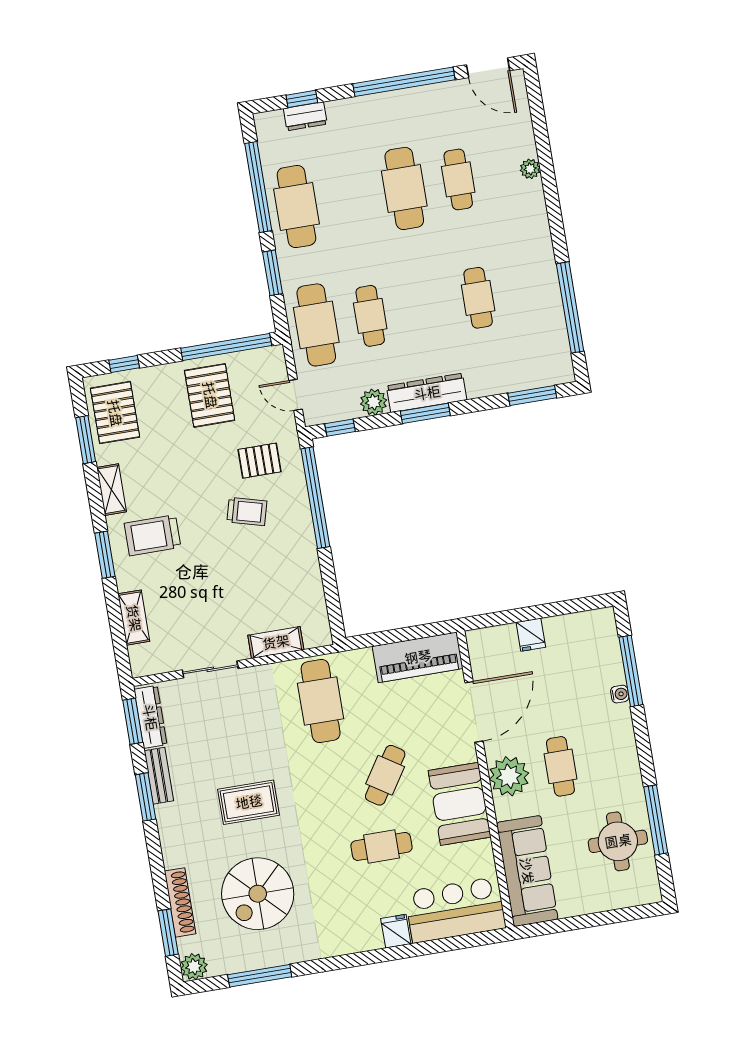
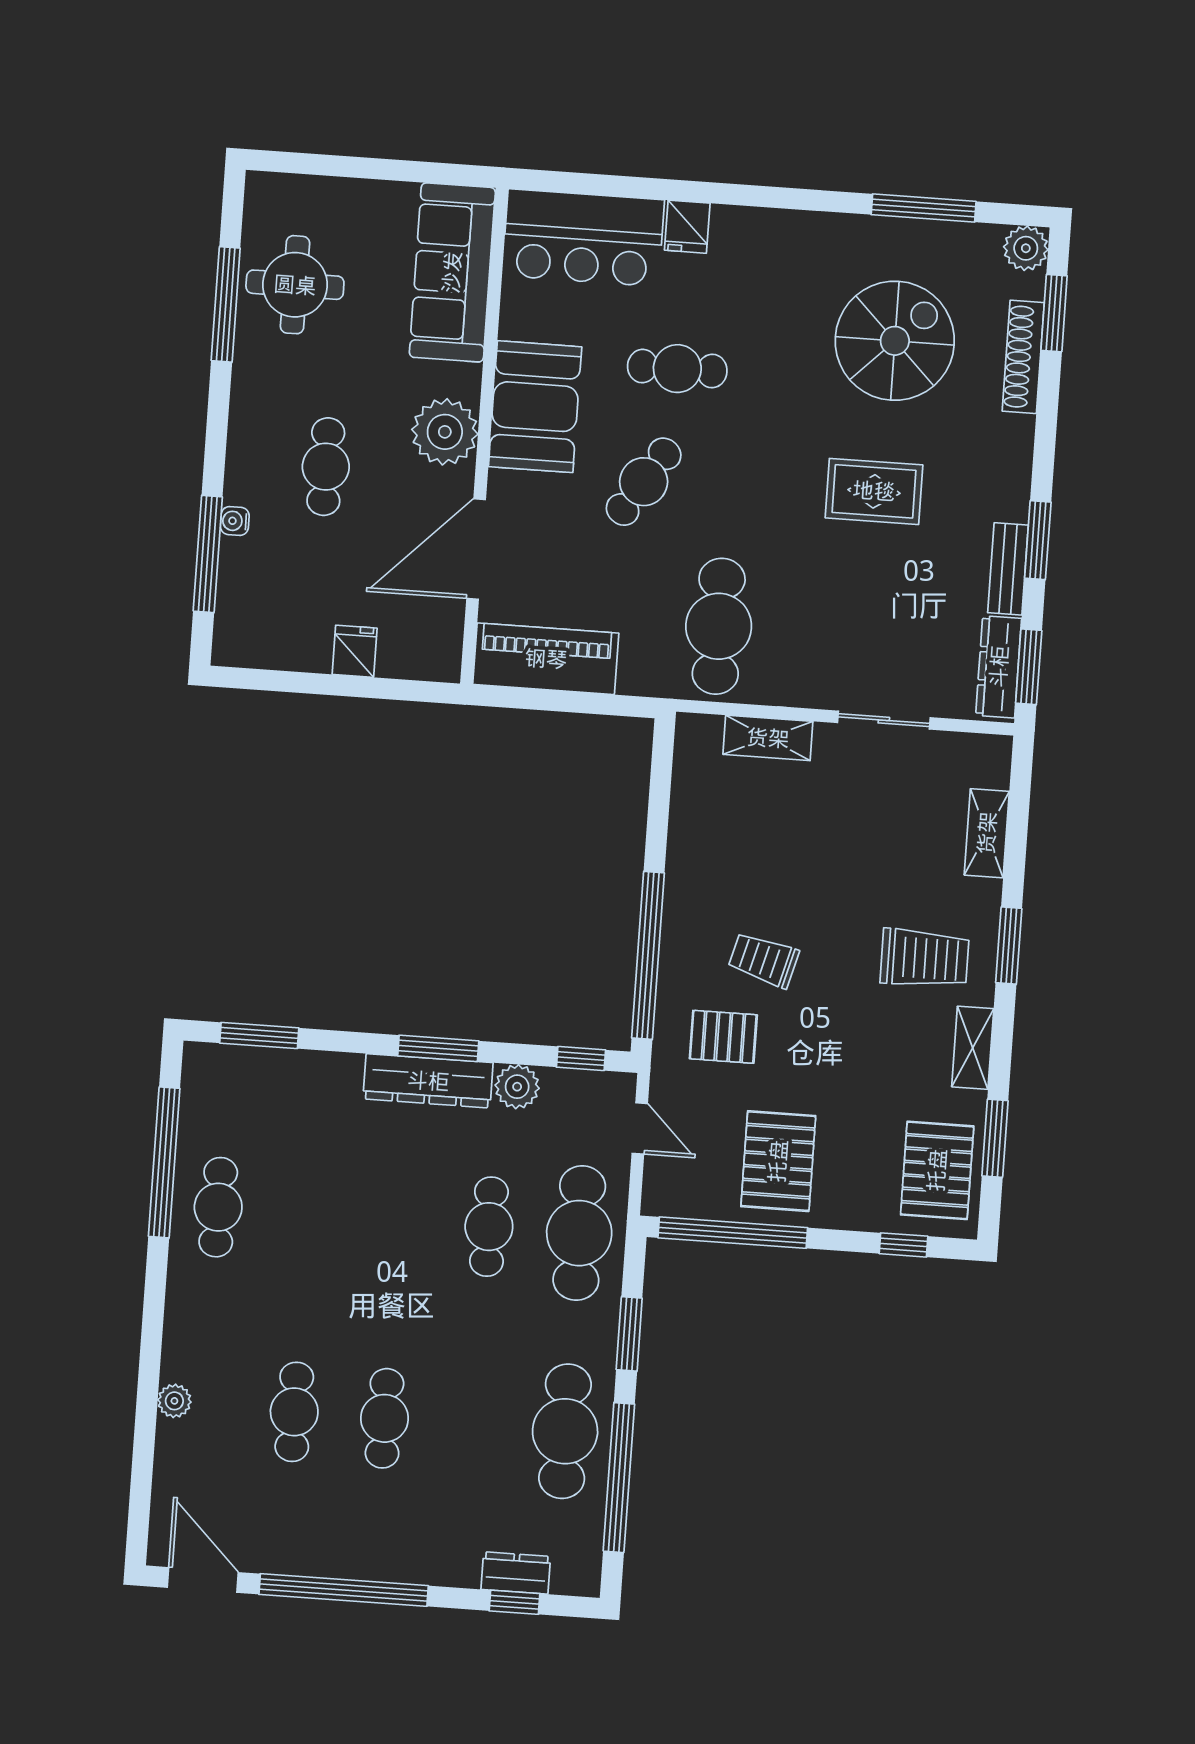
cafe table: (404, 188) -> (384, 1418), width x0.73, depth x0.74
cafe table: (478, 298) -> (218, 1207), moved
cafe table: (560, 766) -> (326, 467), moved

